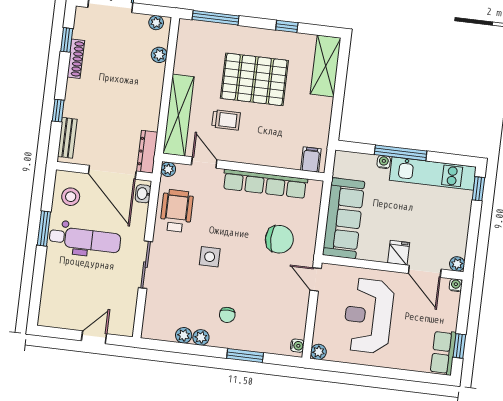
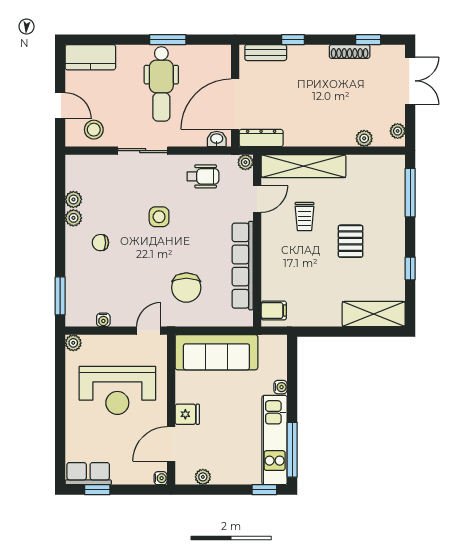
pallet: (254, 79) -> (351, 241), width x0.49, depth x0.50
window: (401, 153) -> (292, 450), moved
stool: (71, 197) -> (94, 130), moved
wheelchair: (177, 211) -> (203, 176), width x0.73, depth x0.73
plant: (457, 264) -> (203, 477), moved
kitchen counter: (52, 303) -> (90, 57), added
reception desk: (368, 316) -> (117, 390), turned 180
water cooler: (297, 346) -> (103, 320), moved
window: (245, 356) -> (60, 296), moved

